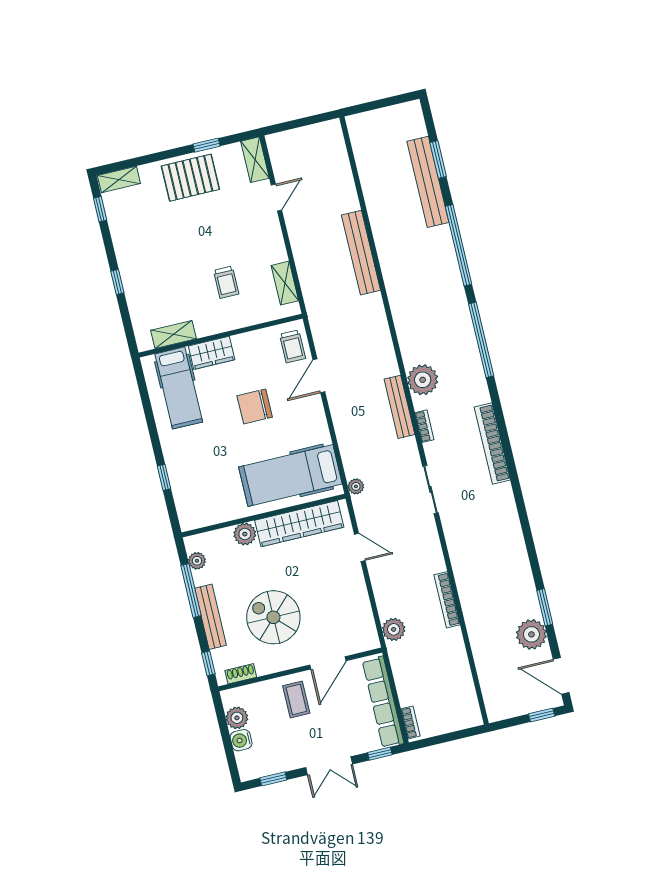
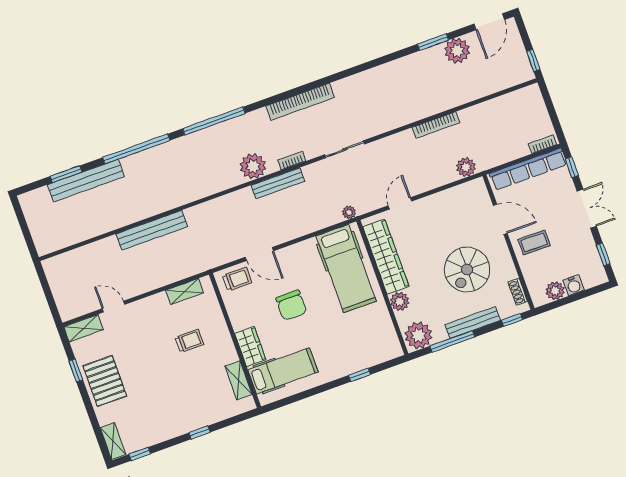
plant: (197, 561) -> (419, 335), width x1.88, depth x1.88
window: (542, 715) -> (533, 60), moved

